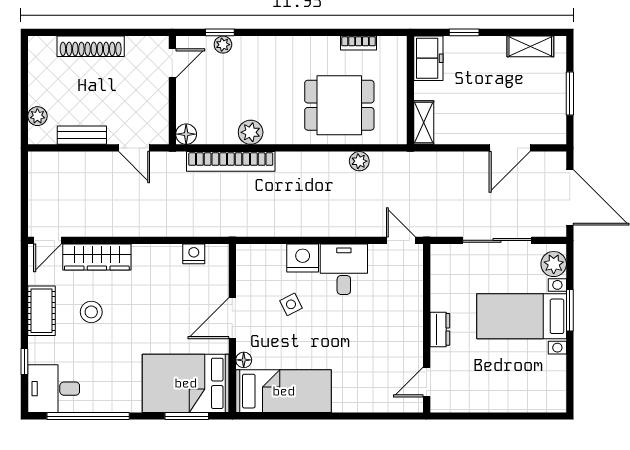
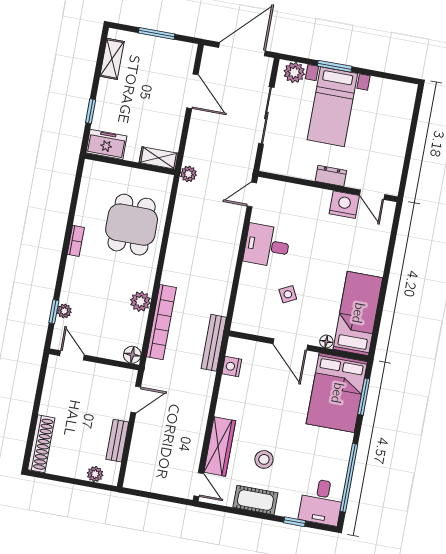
bookcase: (359, 43) -> (76, 241), moved
shoe rack: (91, 46) -> (41, 444), moved
plant: (359, 161) -> (188, 174), moved
bench: (218, 228) -> (214, 343), added
nightstand: (303, 258) -> (344, 205), moved, turned 90

